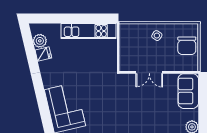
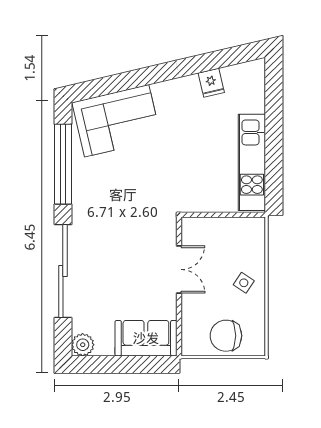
plant: (40, 41) -> (234, 76), removed
double door: (149, 72) -> (179, 269), swing flipped

